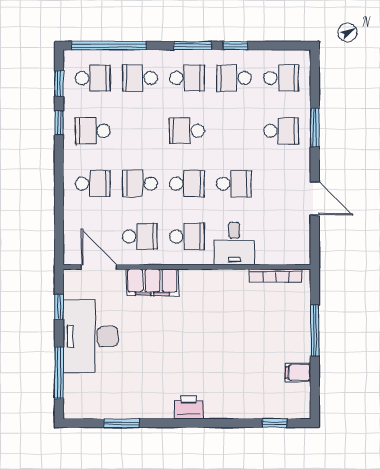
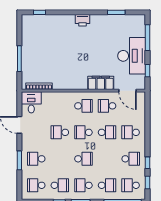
school desk: (187, 236) -> (83, 106), turned 180
desk: (234, 243) -> (31, 102), moved
filing cabinet: (298, 373) -> (28, 38), removed

